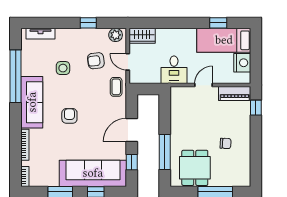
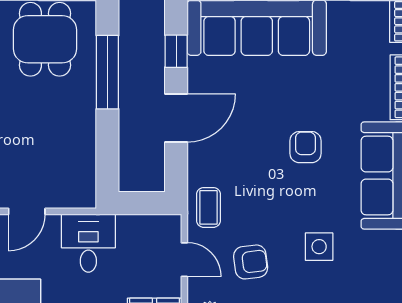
armchair: (69, 116) -> (305, 147), turned 180

